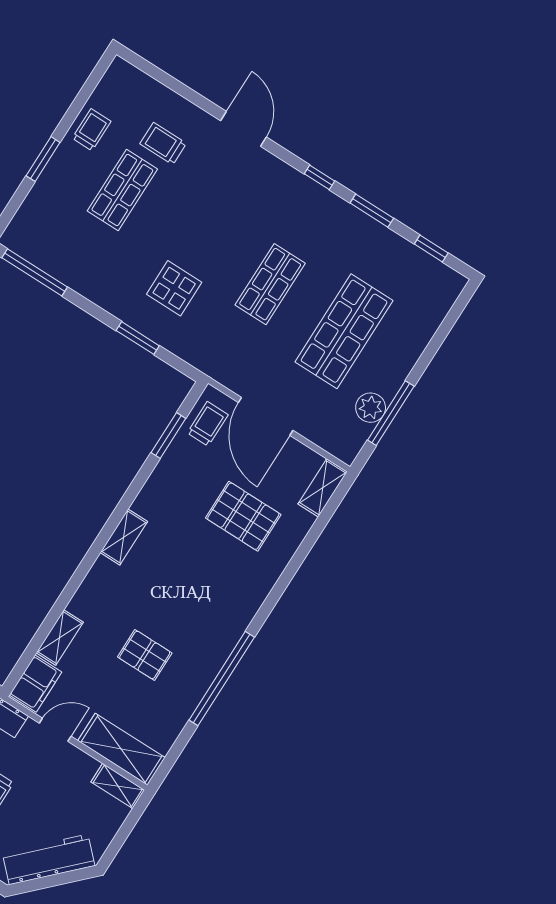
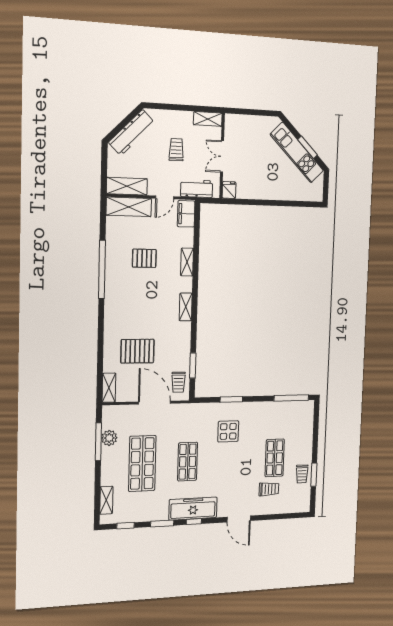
window: (43, 159) -> (314, 475), moved
freezer: (308, 200) -> (193, 509), added
shelving: (436, 311) -> (106, 500), added
shelving: (60, 637) -> (187, 262), moved
shelving: (118, 786) -> (127, 186), width x1.50, depth x1.33

